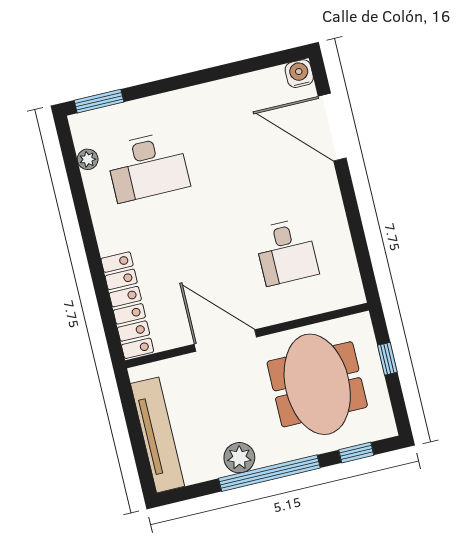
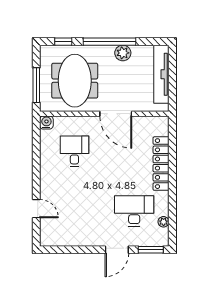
water cooler: (299, 74) -> (46, 123), moved, turned 180
door: (163, 86) -> (117, 250), added
door: (332, 127) -> (36, 209), width x0.53
locker: (127, 305) -> (161, 164), moved
window: (387, 359) -> (36, 85), width x2.17

